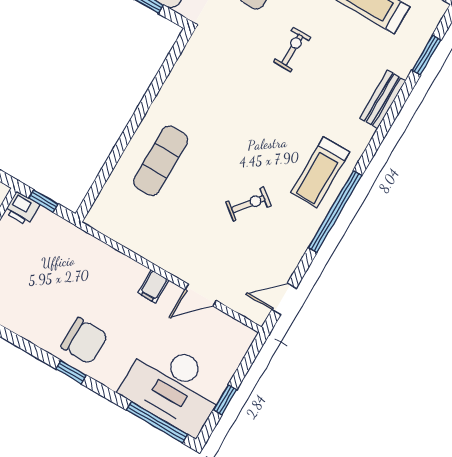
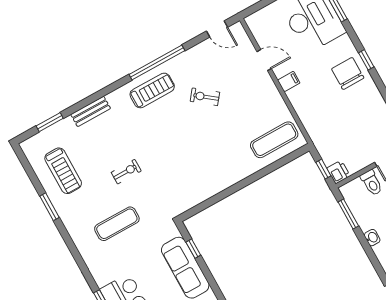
exercise bike: (292, 50) -> (126, 172), turned 180
exercise mat: (161, 161) -> (274, 140), moved

